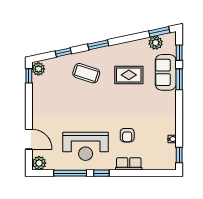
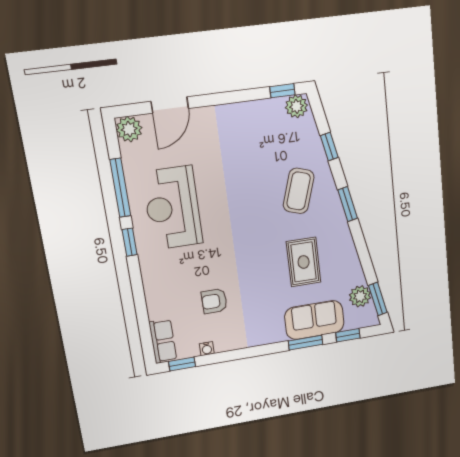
armchair: (127, 135) -> (214, 301), moved
row of seats: (129, 164) -> (163, 341), moved

